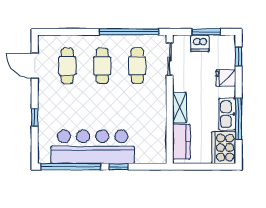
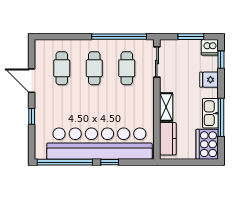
dishwasher: (200, 43) -> (210, 47), moved
door: (35, 66) -> (32, 81), moved
bar counter: (93, 147) -> (99, 144), width x1.36

